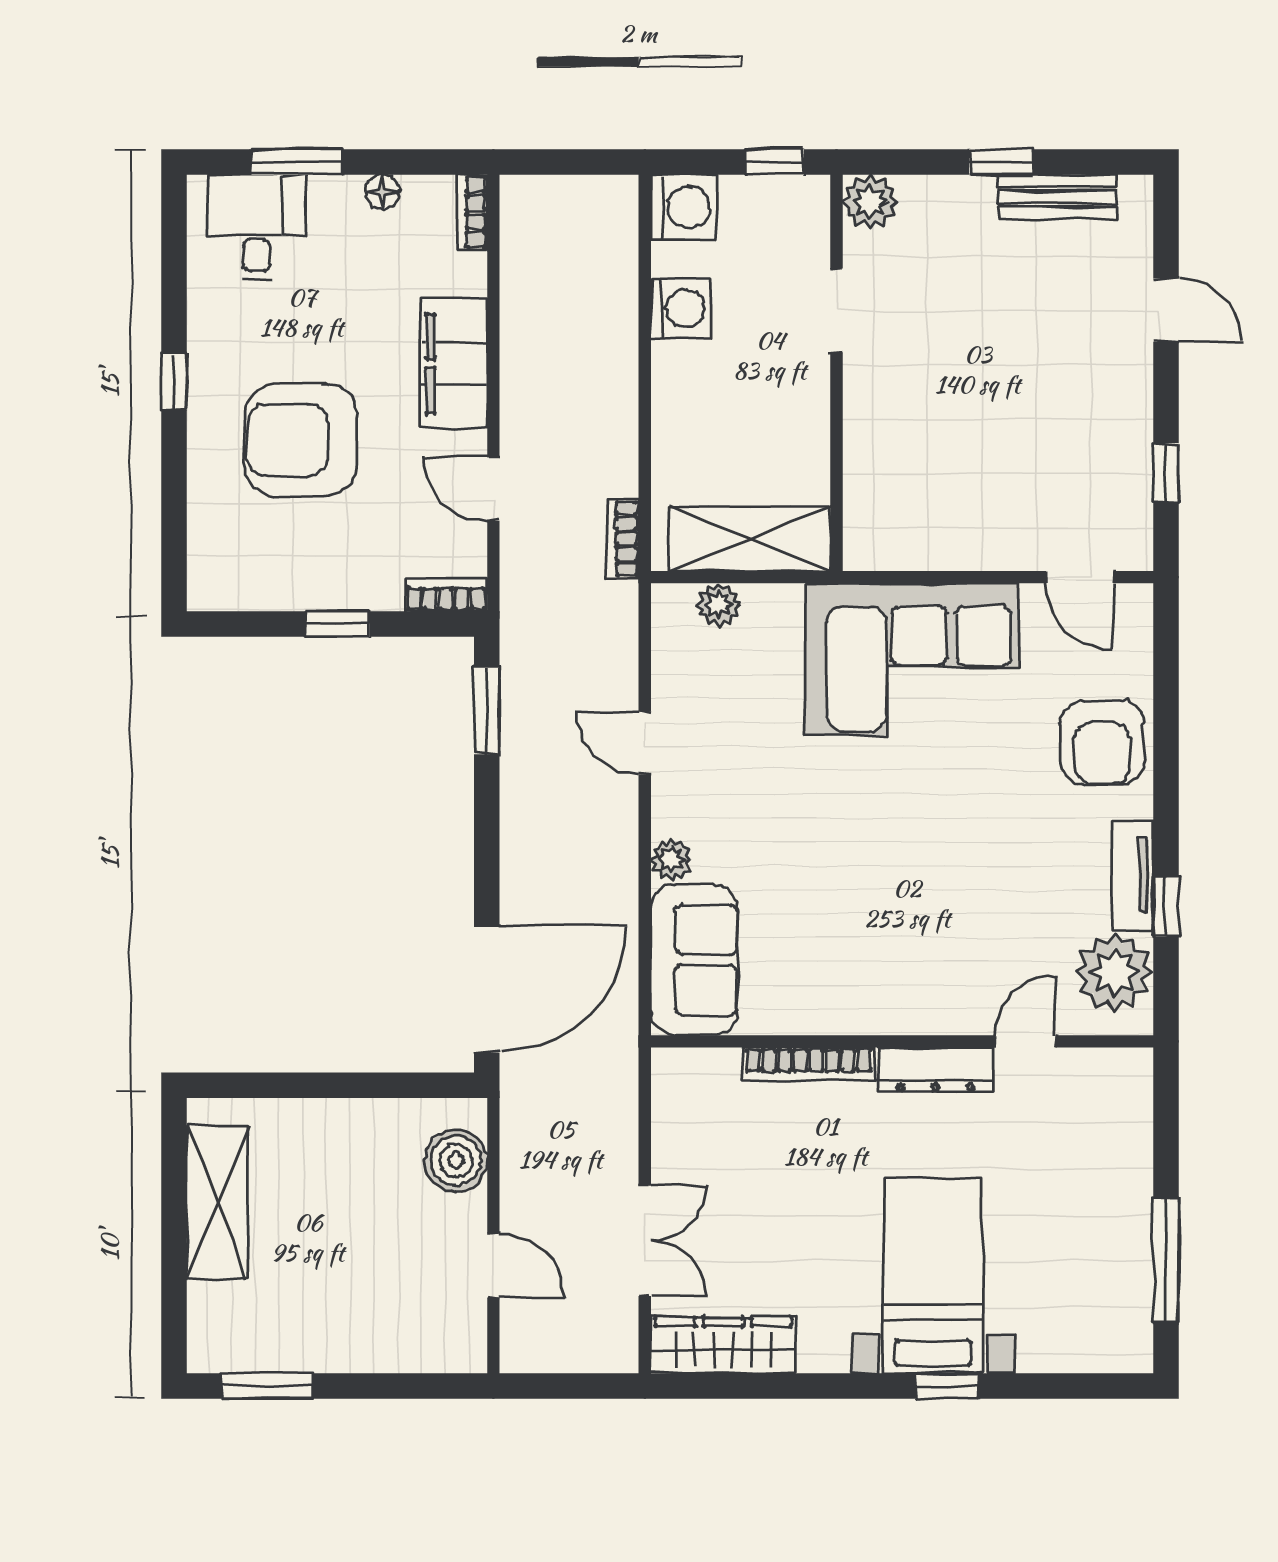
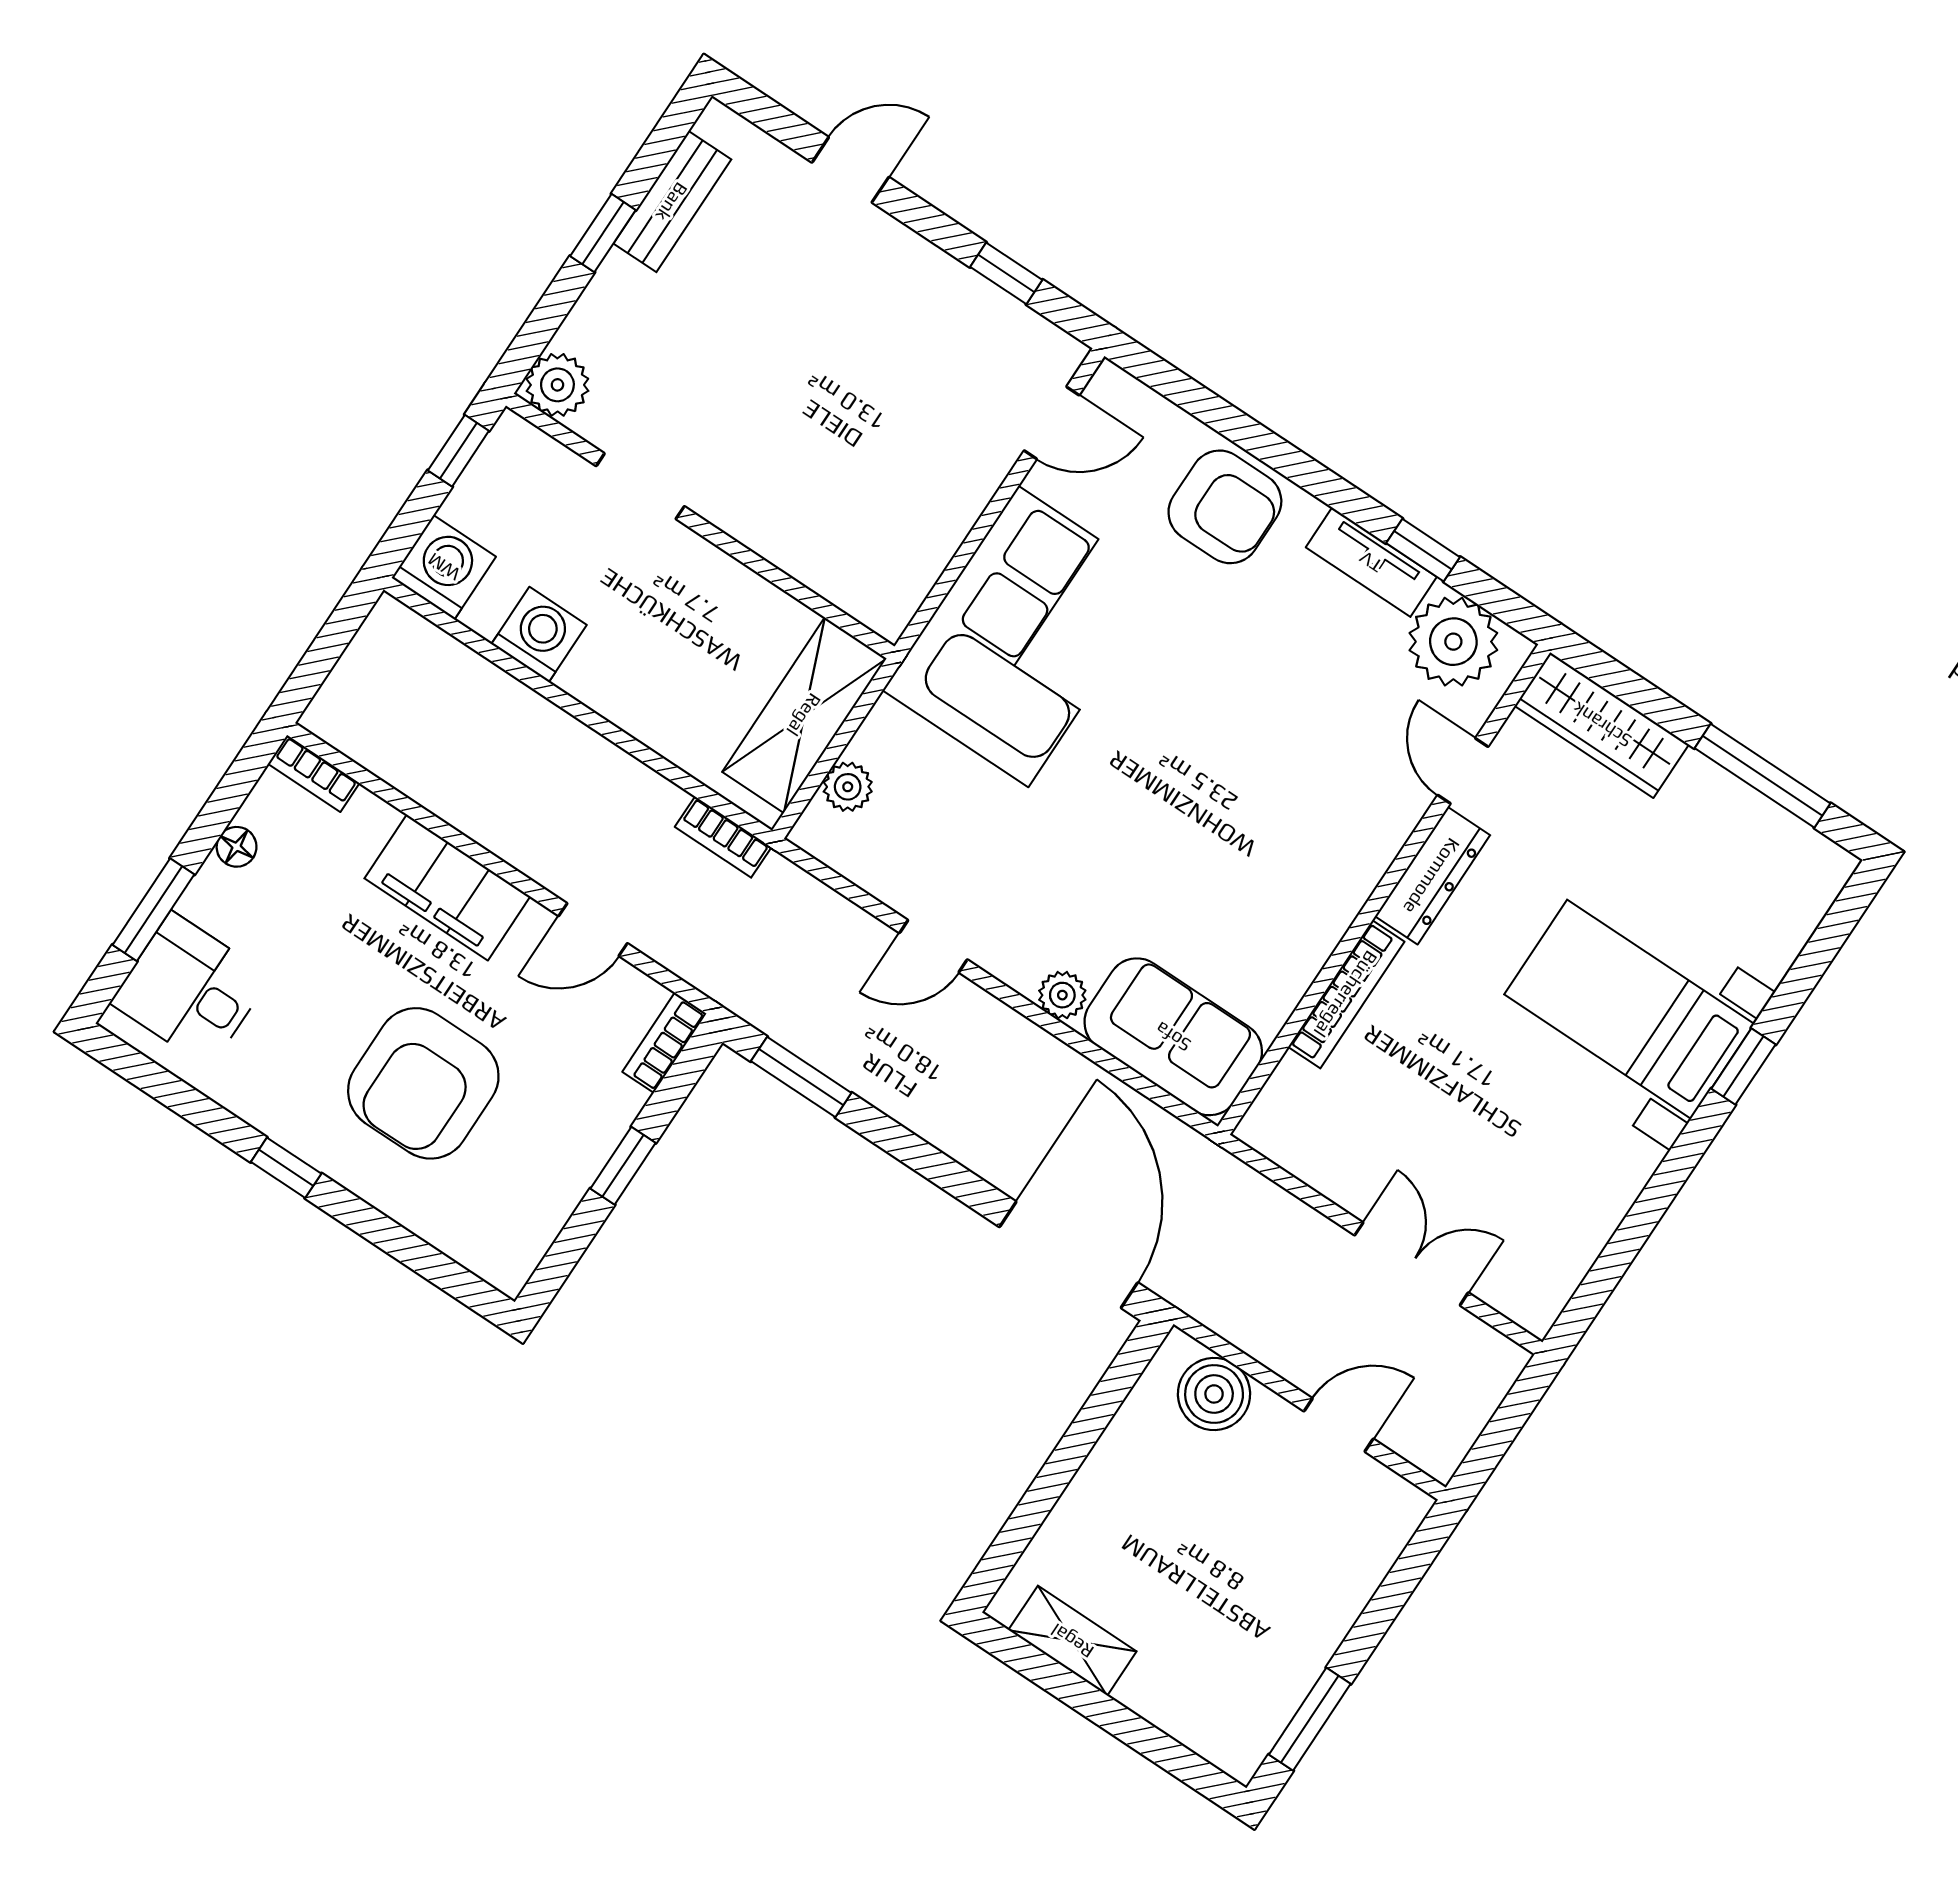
shelving: (218, 1203) -> (1072, 1641), width x0.67, depth x0.75
wardrobe: (723, 1345) -> (1602, 725), moved, turned -90

